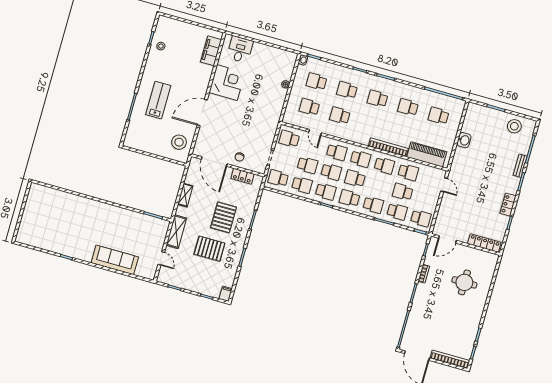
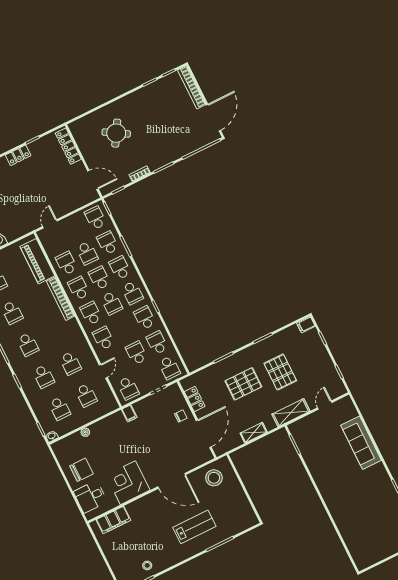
chair: (263, 60) -> (81, 470), added
lab bench: (158, 100) -> (194, 527), turned 180
filing cabinet: (272, 125) -> (129, 413), added
school desk: (331, 172) -> (99, 278), moved
round table: (464, 282) -> (116, 133), turned 31

